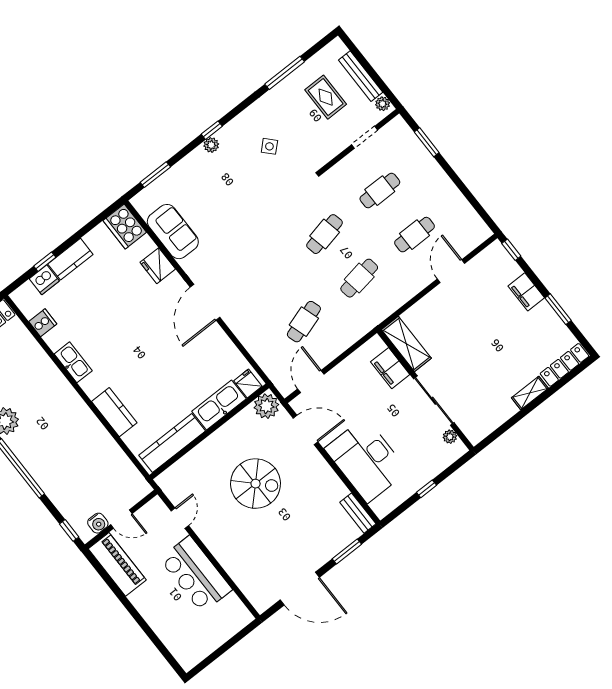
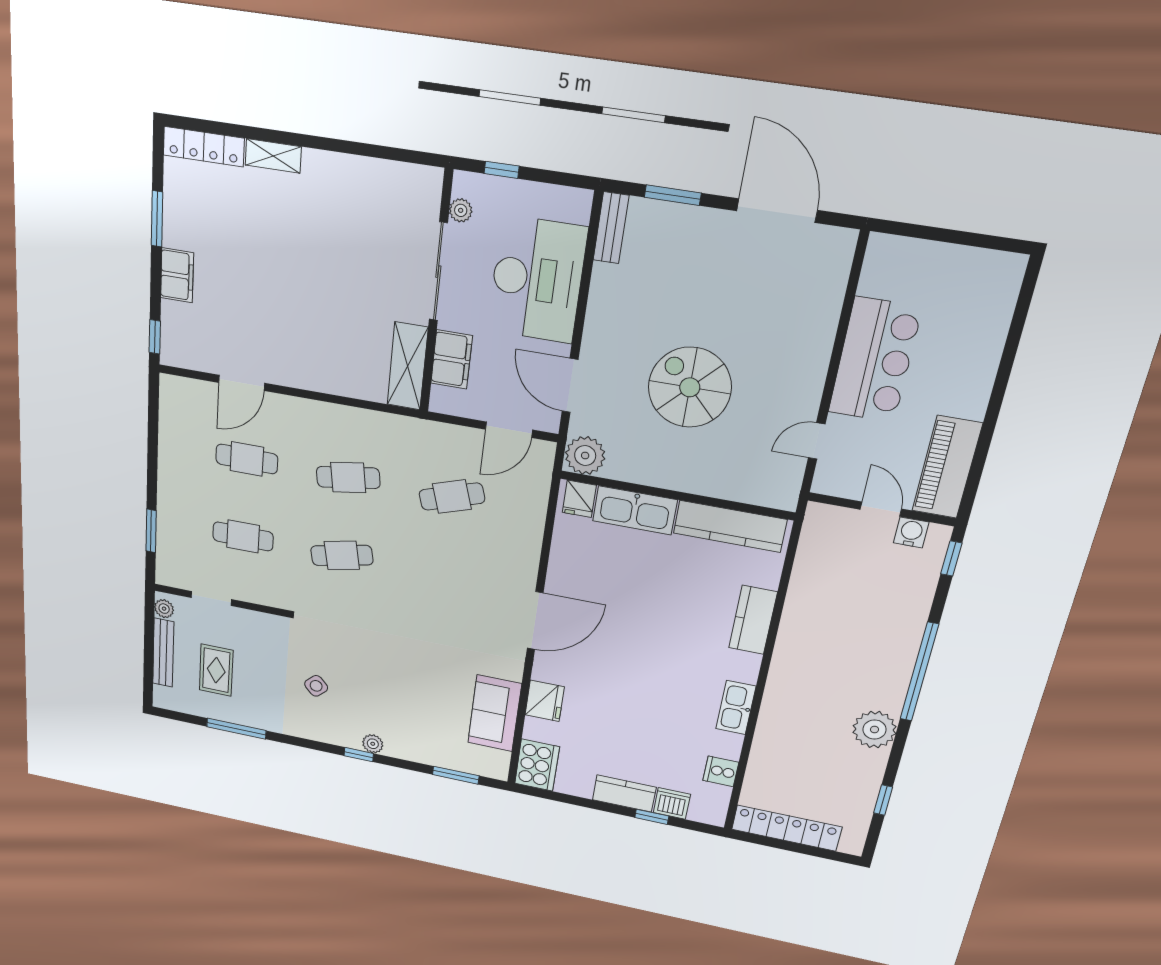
shelving: (406, 344) -> (407, 366), moved
filing cabinet: (390, 368) -> (452, 359), moved
wall: (425, 390) -> (436, 294), moved
sliding door: (434, 401) -> (438, 272), moved
plant: (450, 437) -> (461, 210), moved

